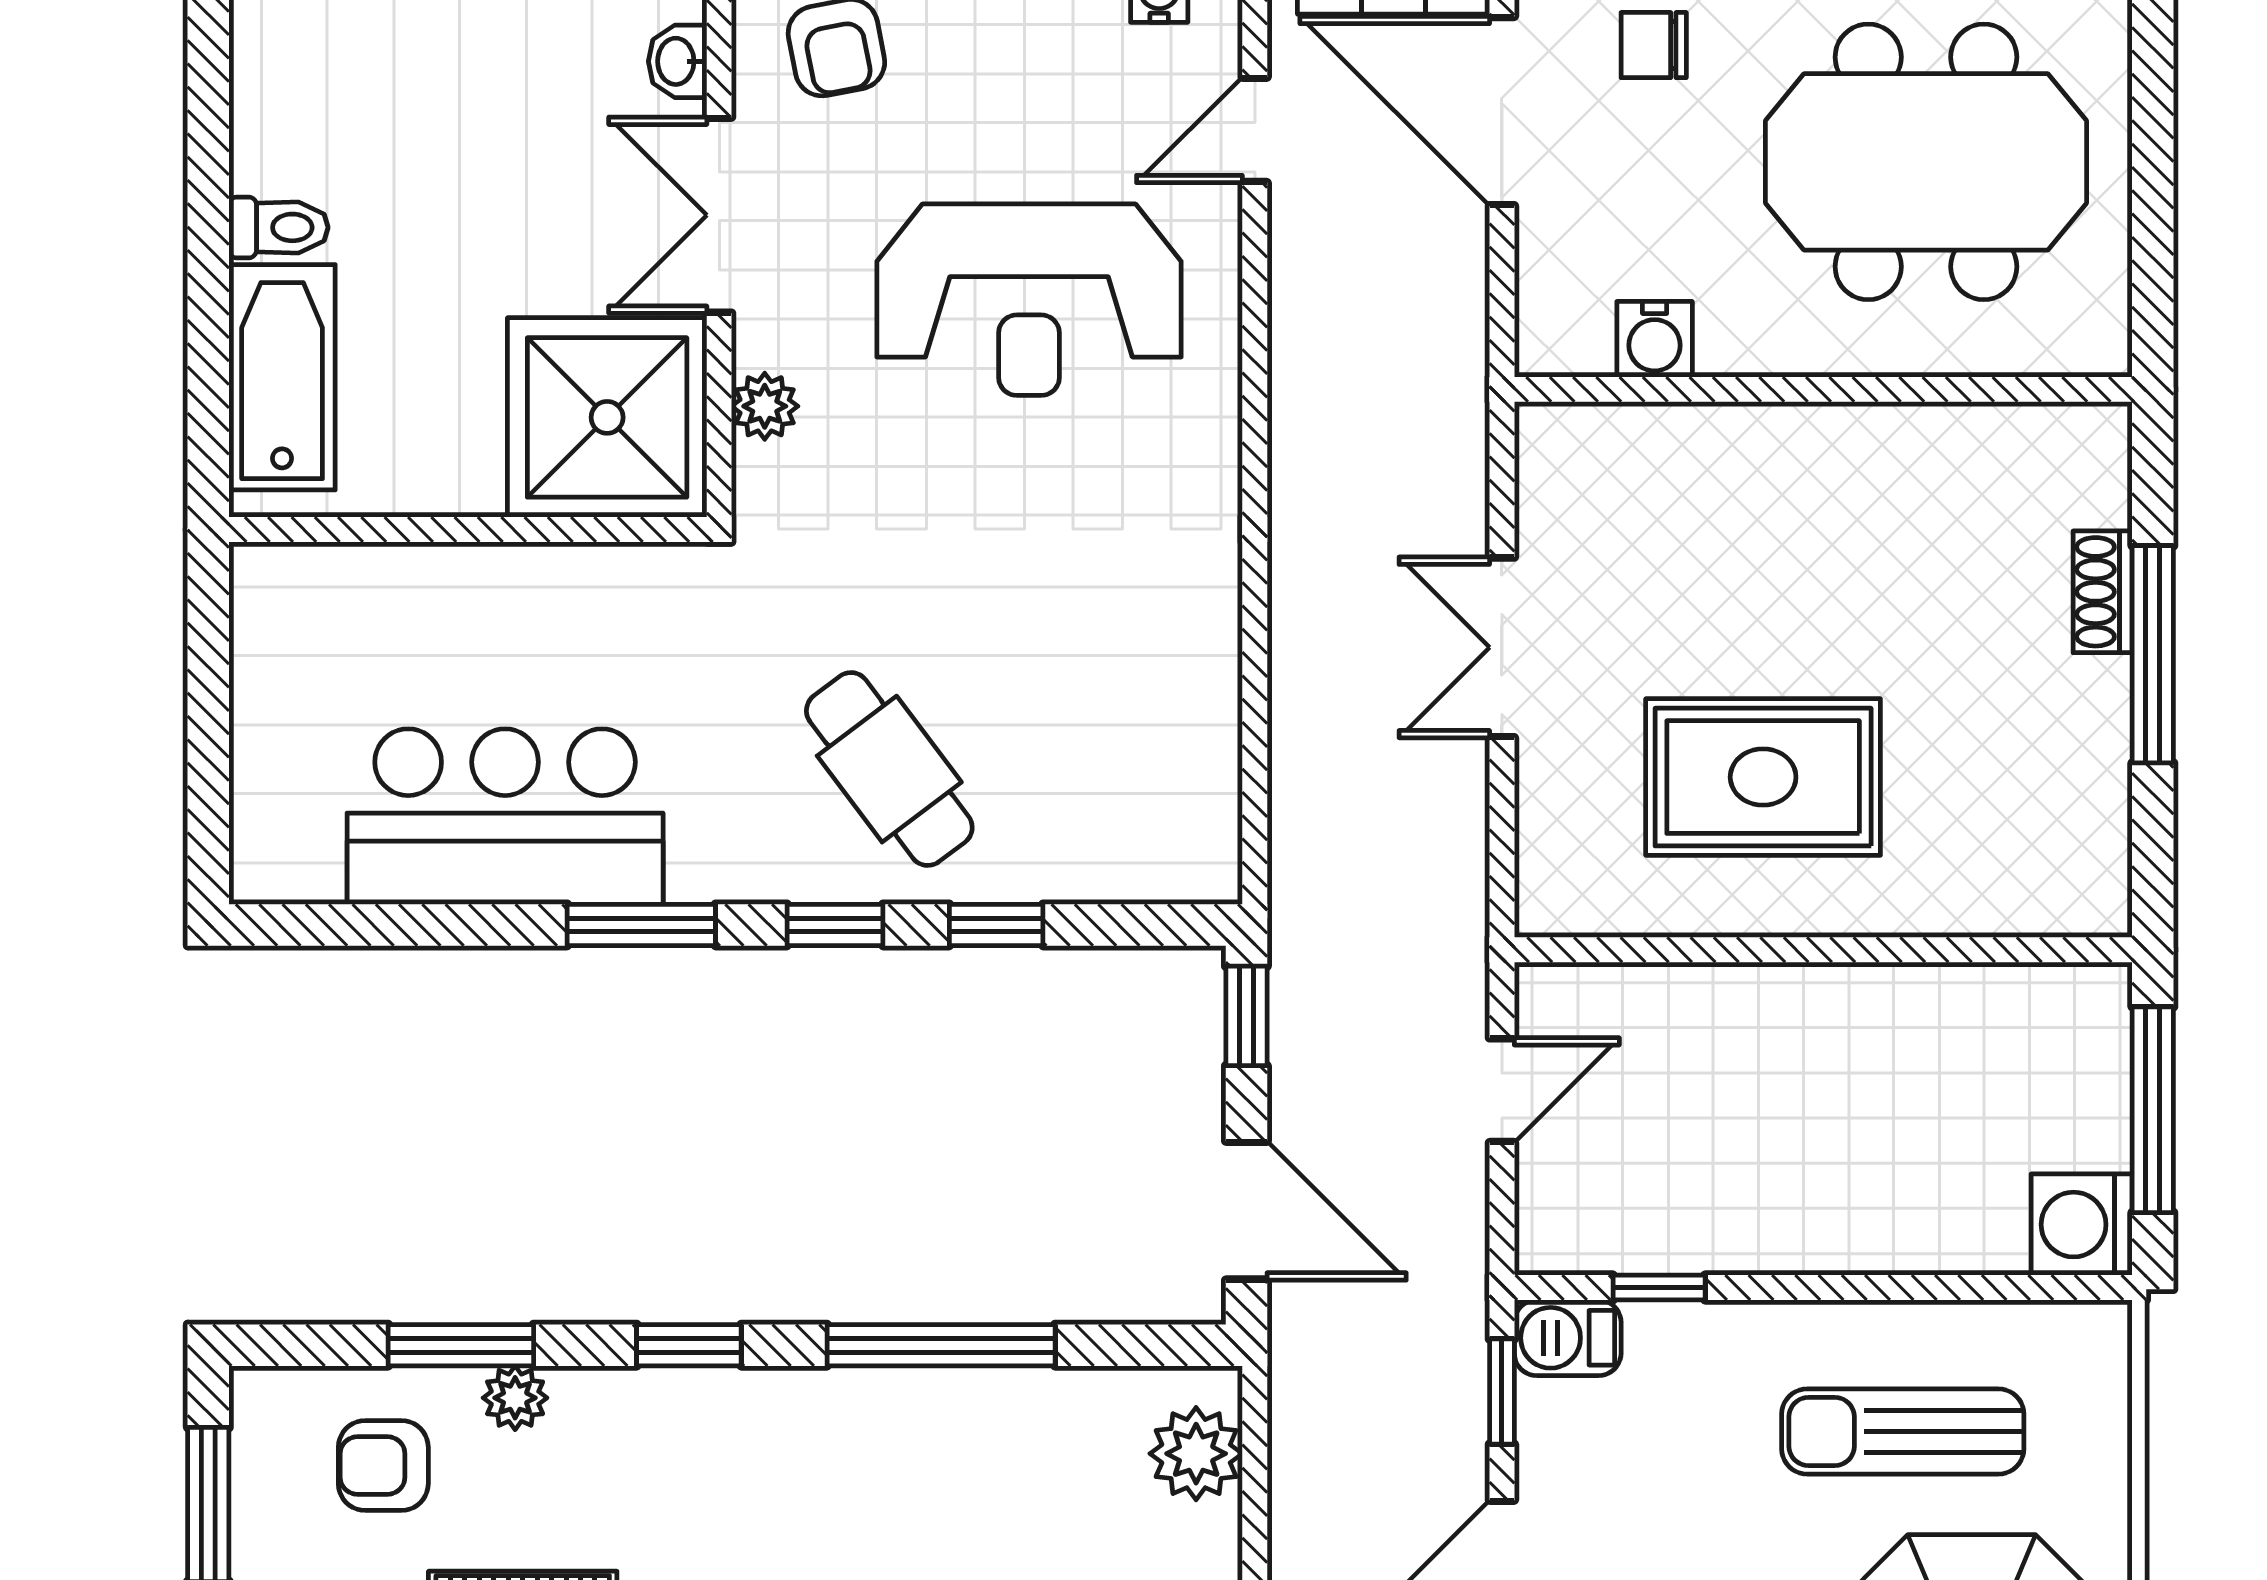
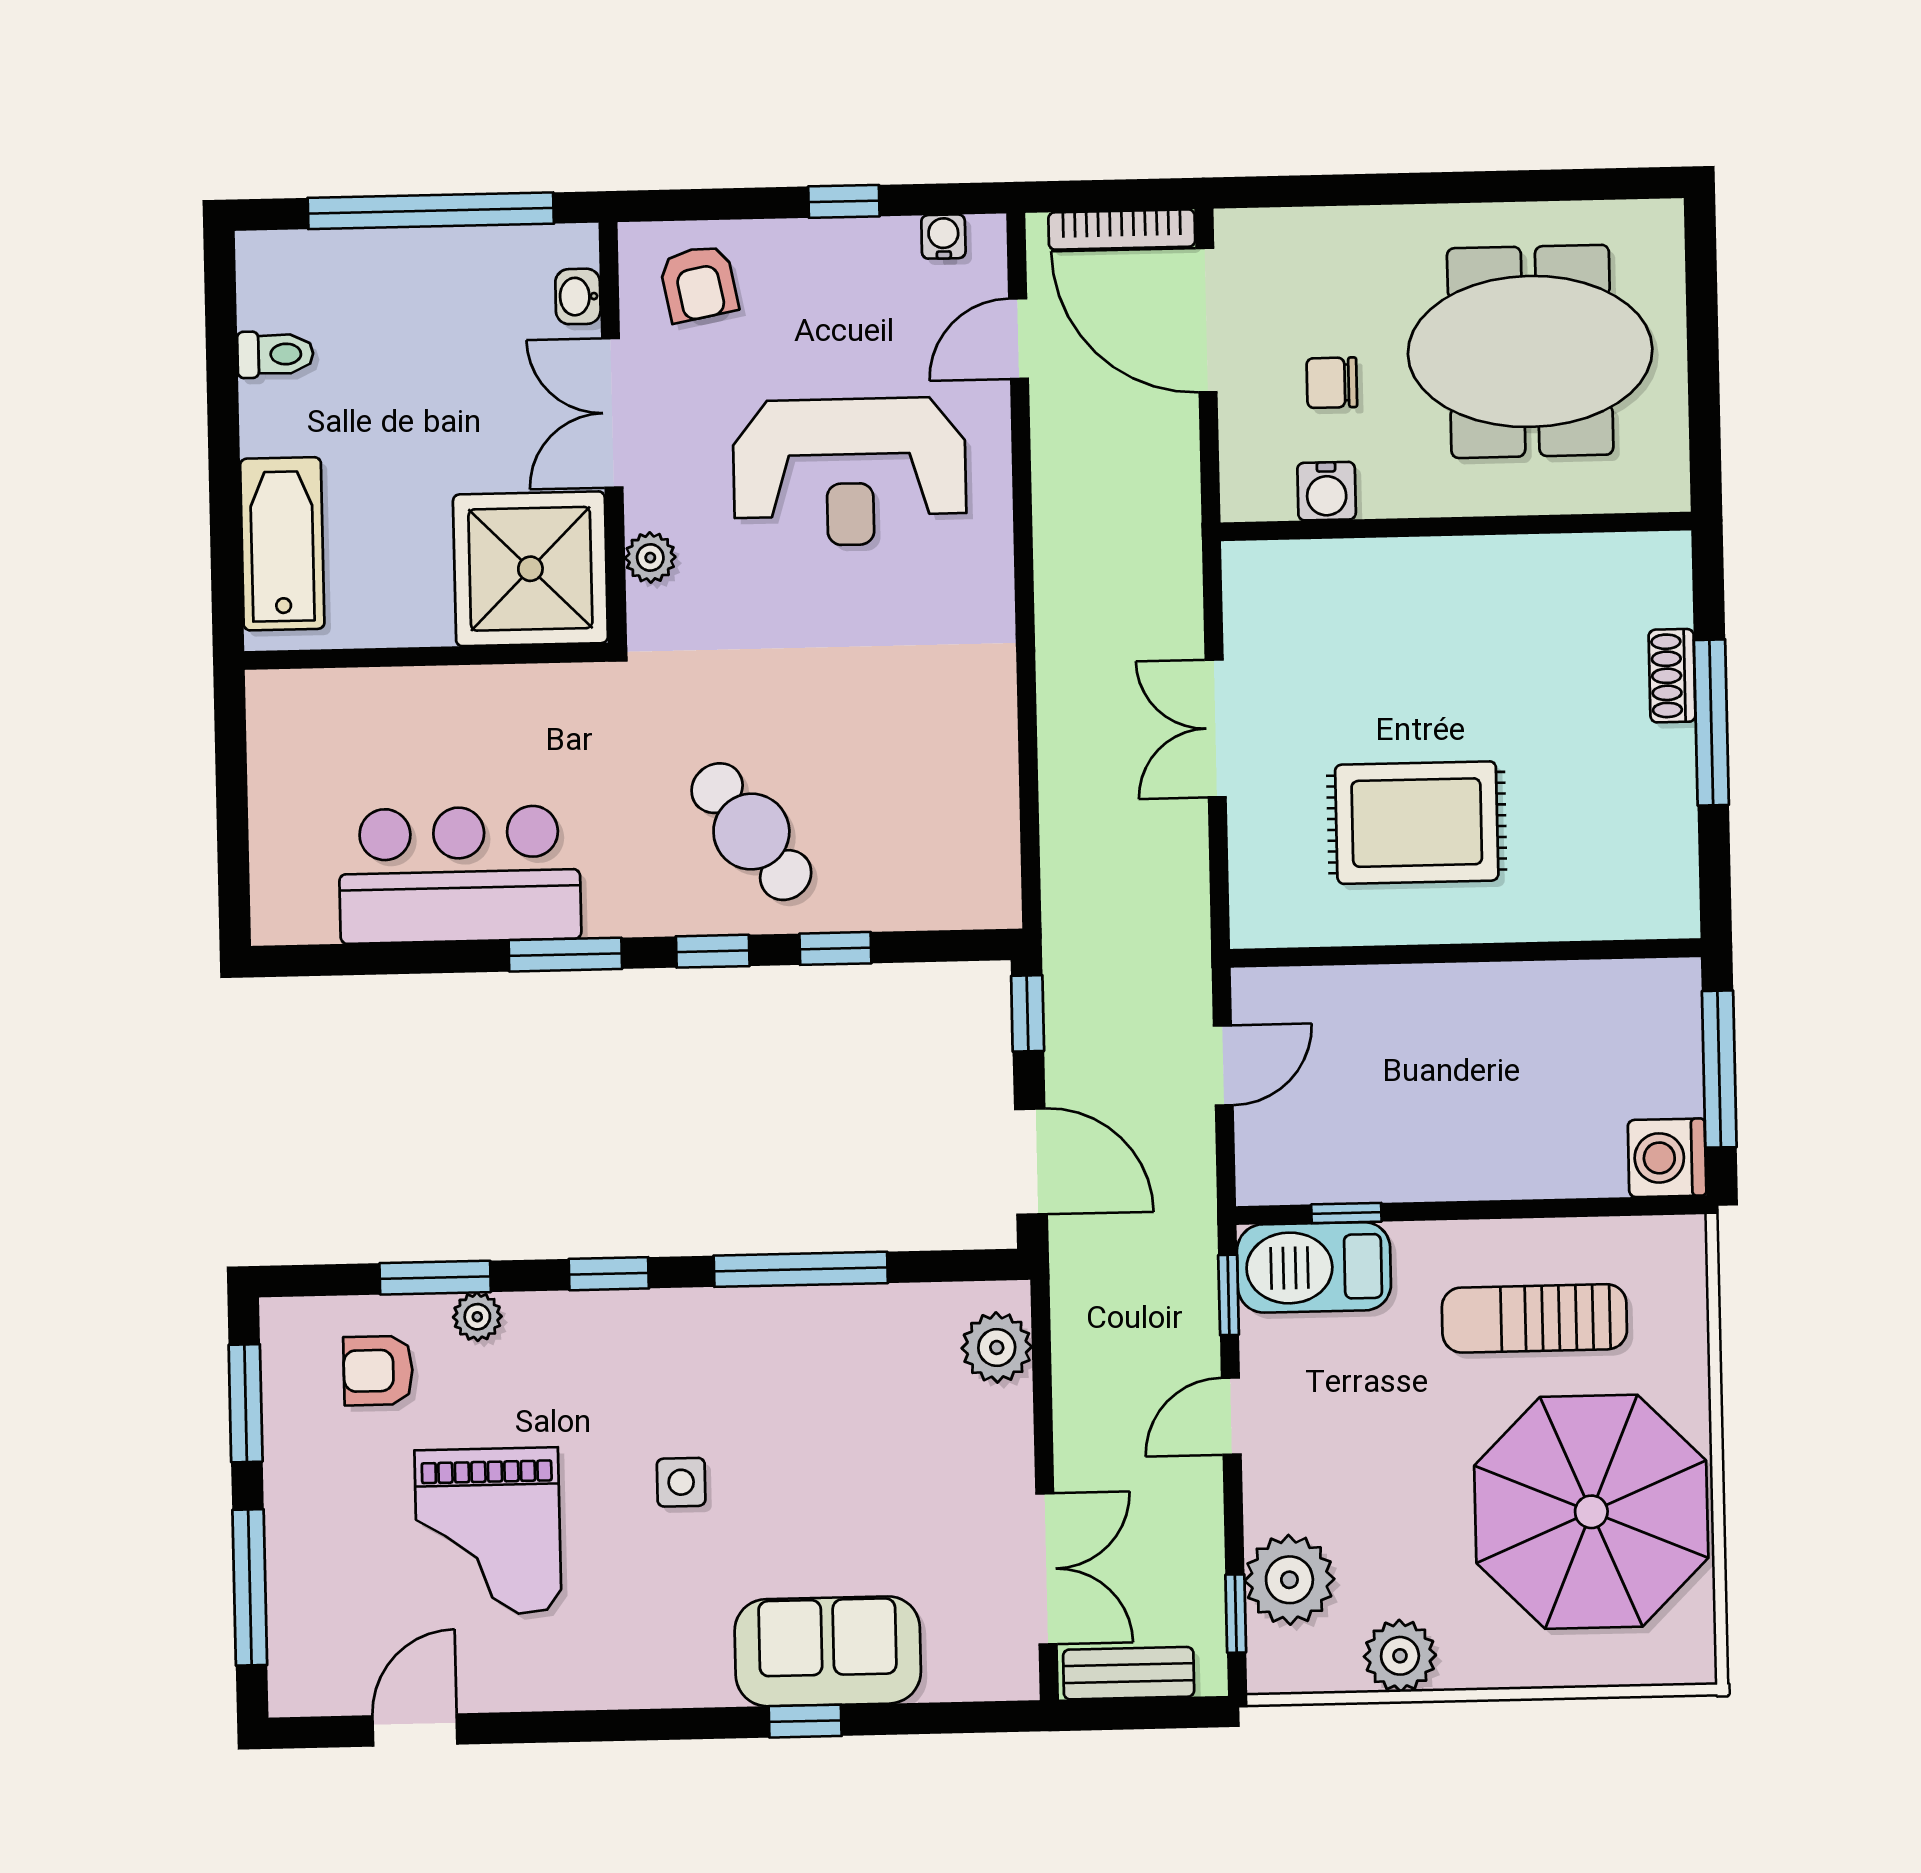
chair: (1654, 45) -> (1332, 383), moved
toilet: (278, 227) -> (275, 354), moved
barbecue: (1568, 1338) -> (1314, 1267), width x1.88, depth x1.53

